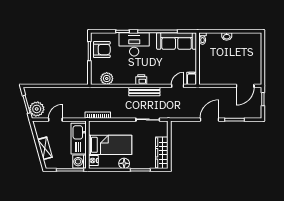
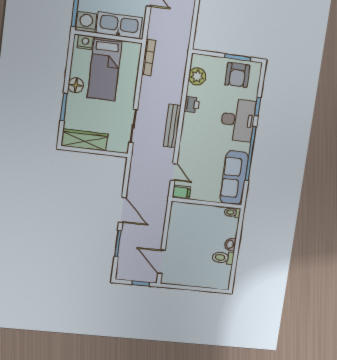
toilet: (237, 40) -> (223, 258), added
printer: (141, 80) -> (192, 104), moved

